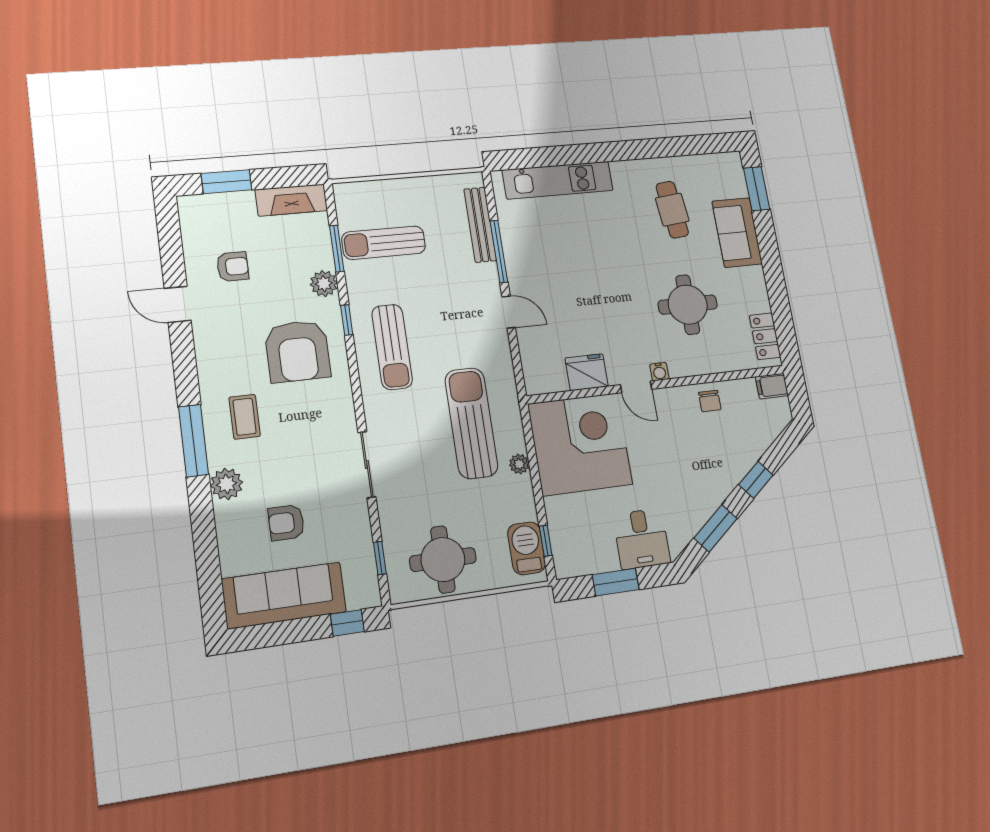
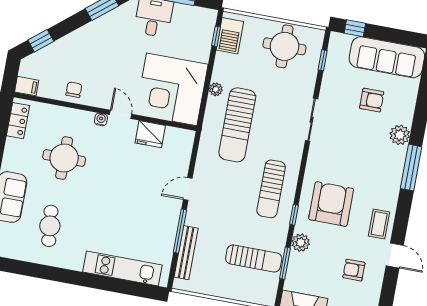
door: (509, 312) -> (188, 189), hinge flipped
sun lounger: (392, 347) -> (271, 189), turned 180
coffee table: (245, 417) -> (379, 224), moved
window: (756, 480) -> (41, 41), moved

